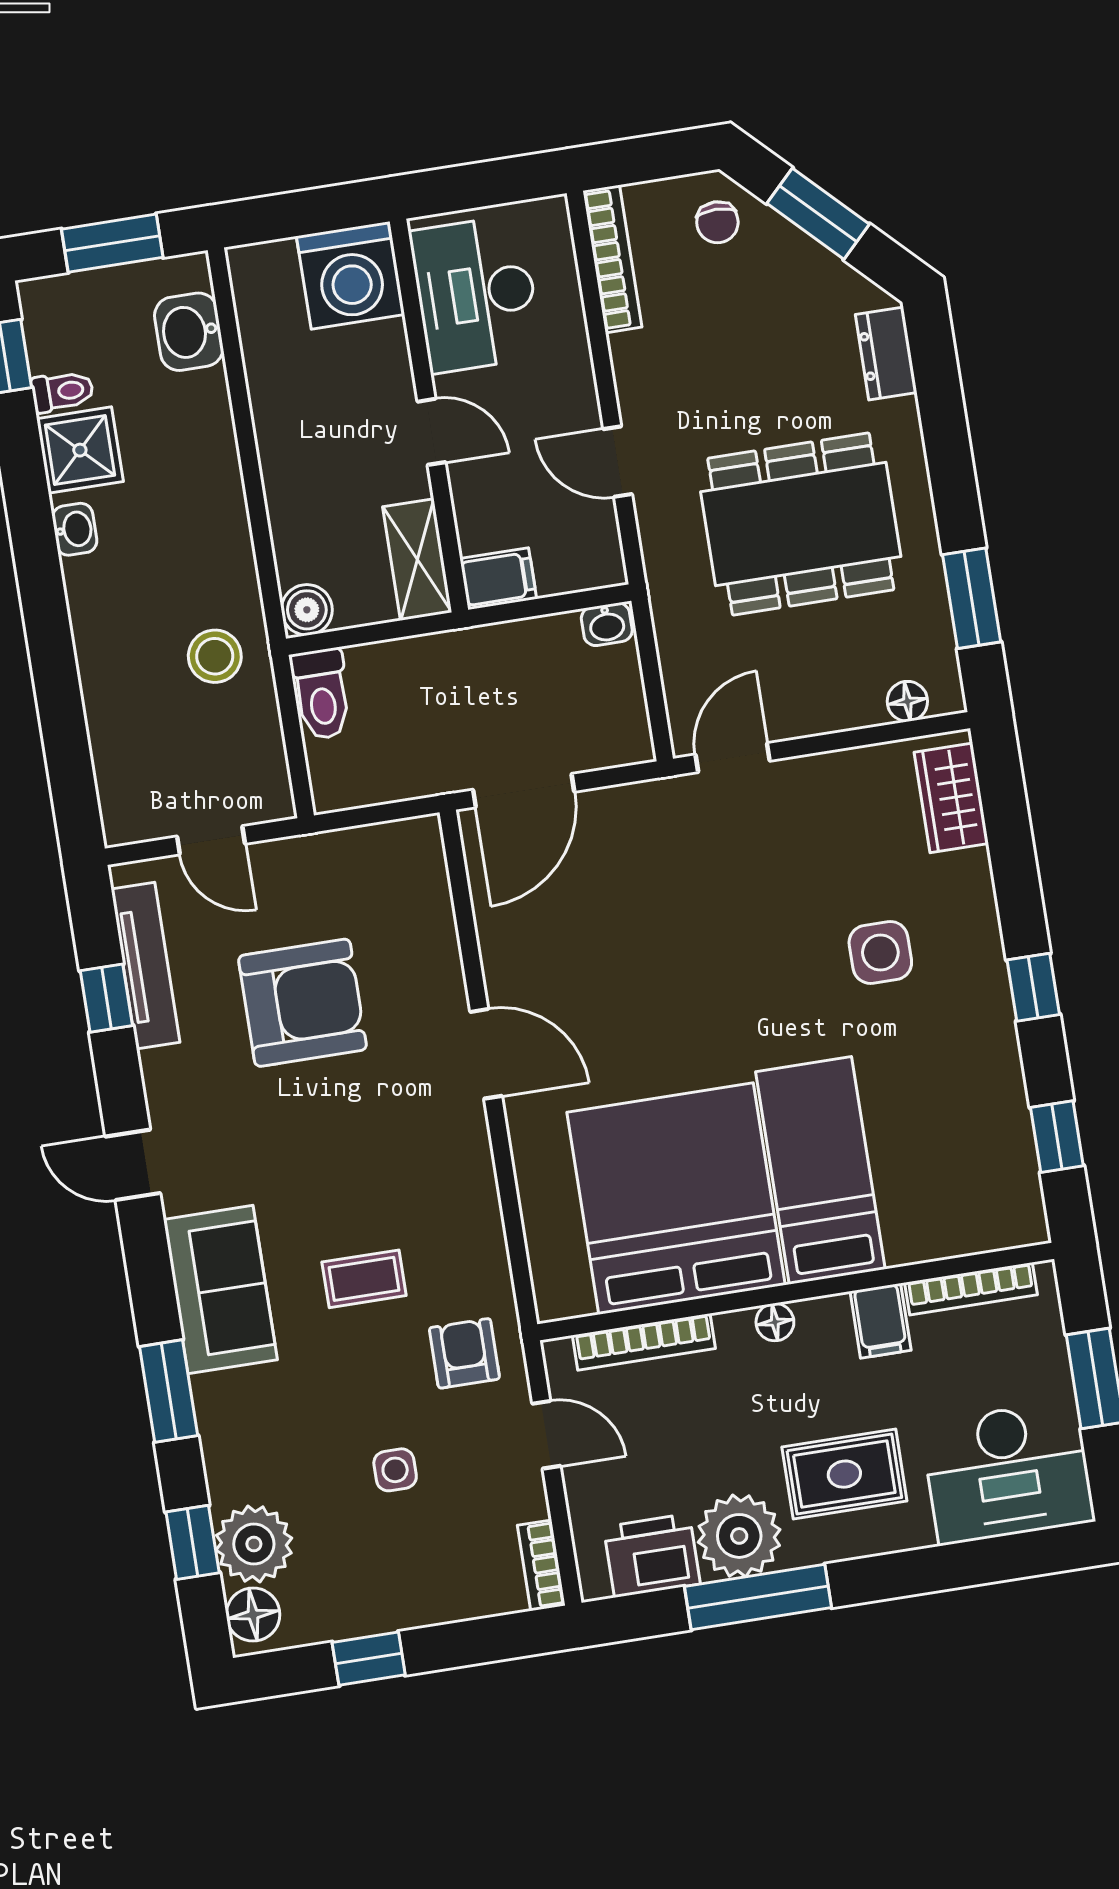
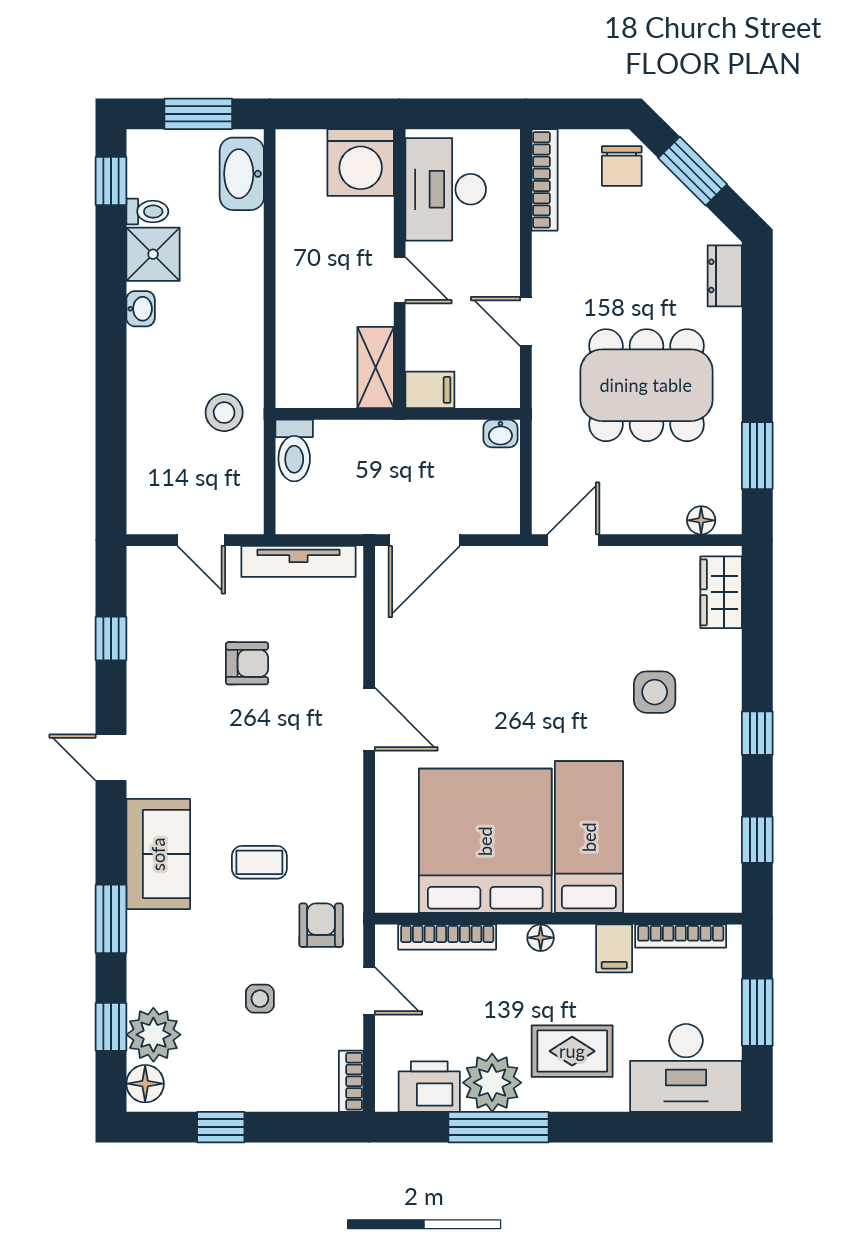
chair: (717, 222) -> (622, 166), width x1.37, depth x1.37
washbasin: (189, 332) -> (242, 174), width x1.38
boiler: (307, 610) -> (293, 390), removed
tv unit: (145, 966) -> (298, 561), moved, turned 90
armchair: (302, 1003) -> (247, 663), width x0.53, depth x0.53

